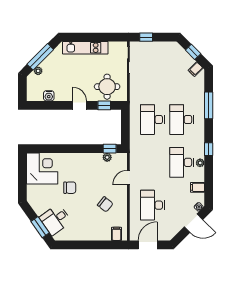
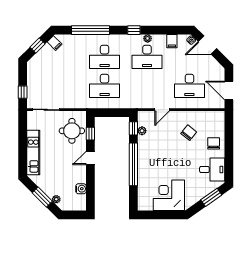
window: (40, 57) -> (42, 197), width x0.69
window: (209, 105) -> (91, 30), width x1.46
window: (73, 149) -> (133, 164), added
corner desk: (42, 168) -> (169, 195), moved
door: (128, 178) -> (162, 110), hinge flipped
chair: (70, 188) -> (214, 143), moved
desk: (55, 220) -> (212, 170), moved, turned -55
door: (194, 223) -> (207, 45), swing flipped
filing cabinet: (117, 234) -> (218, 121), removed

